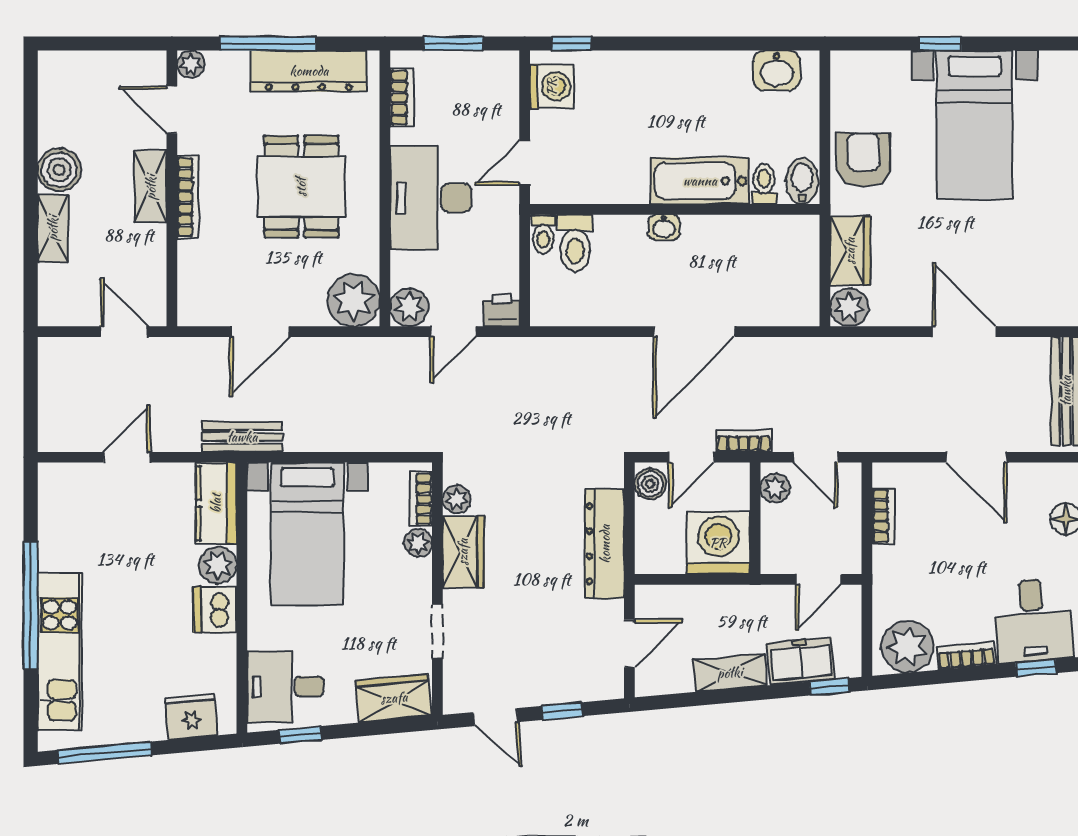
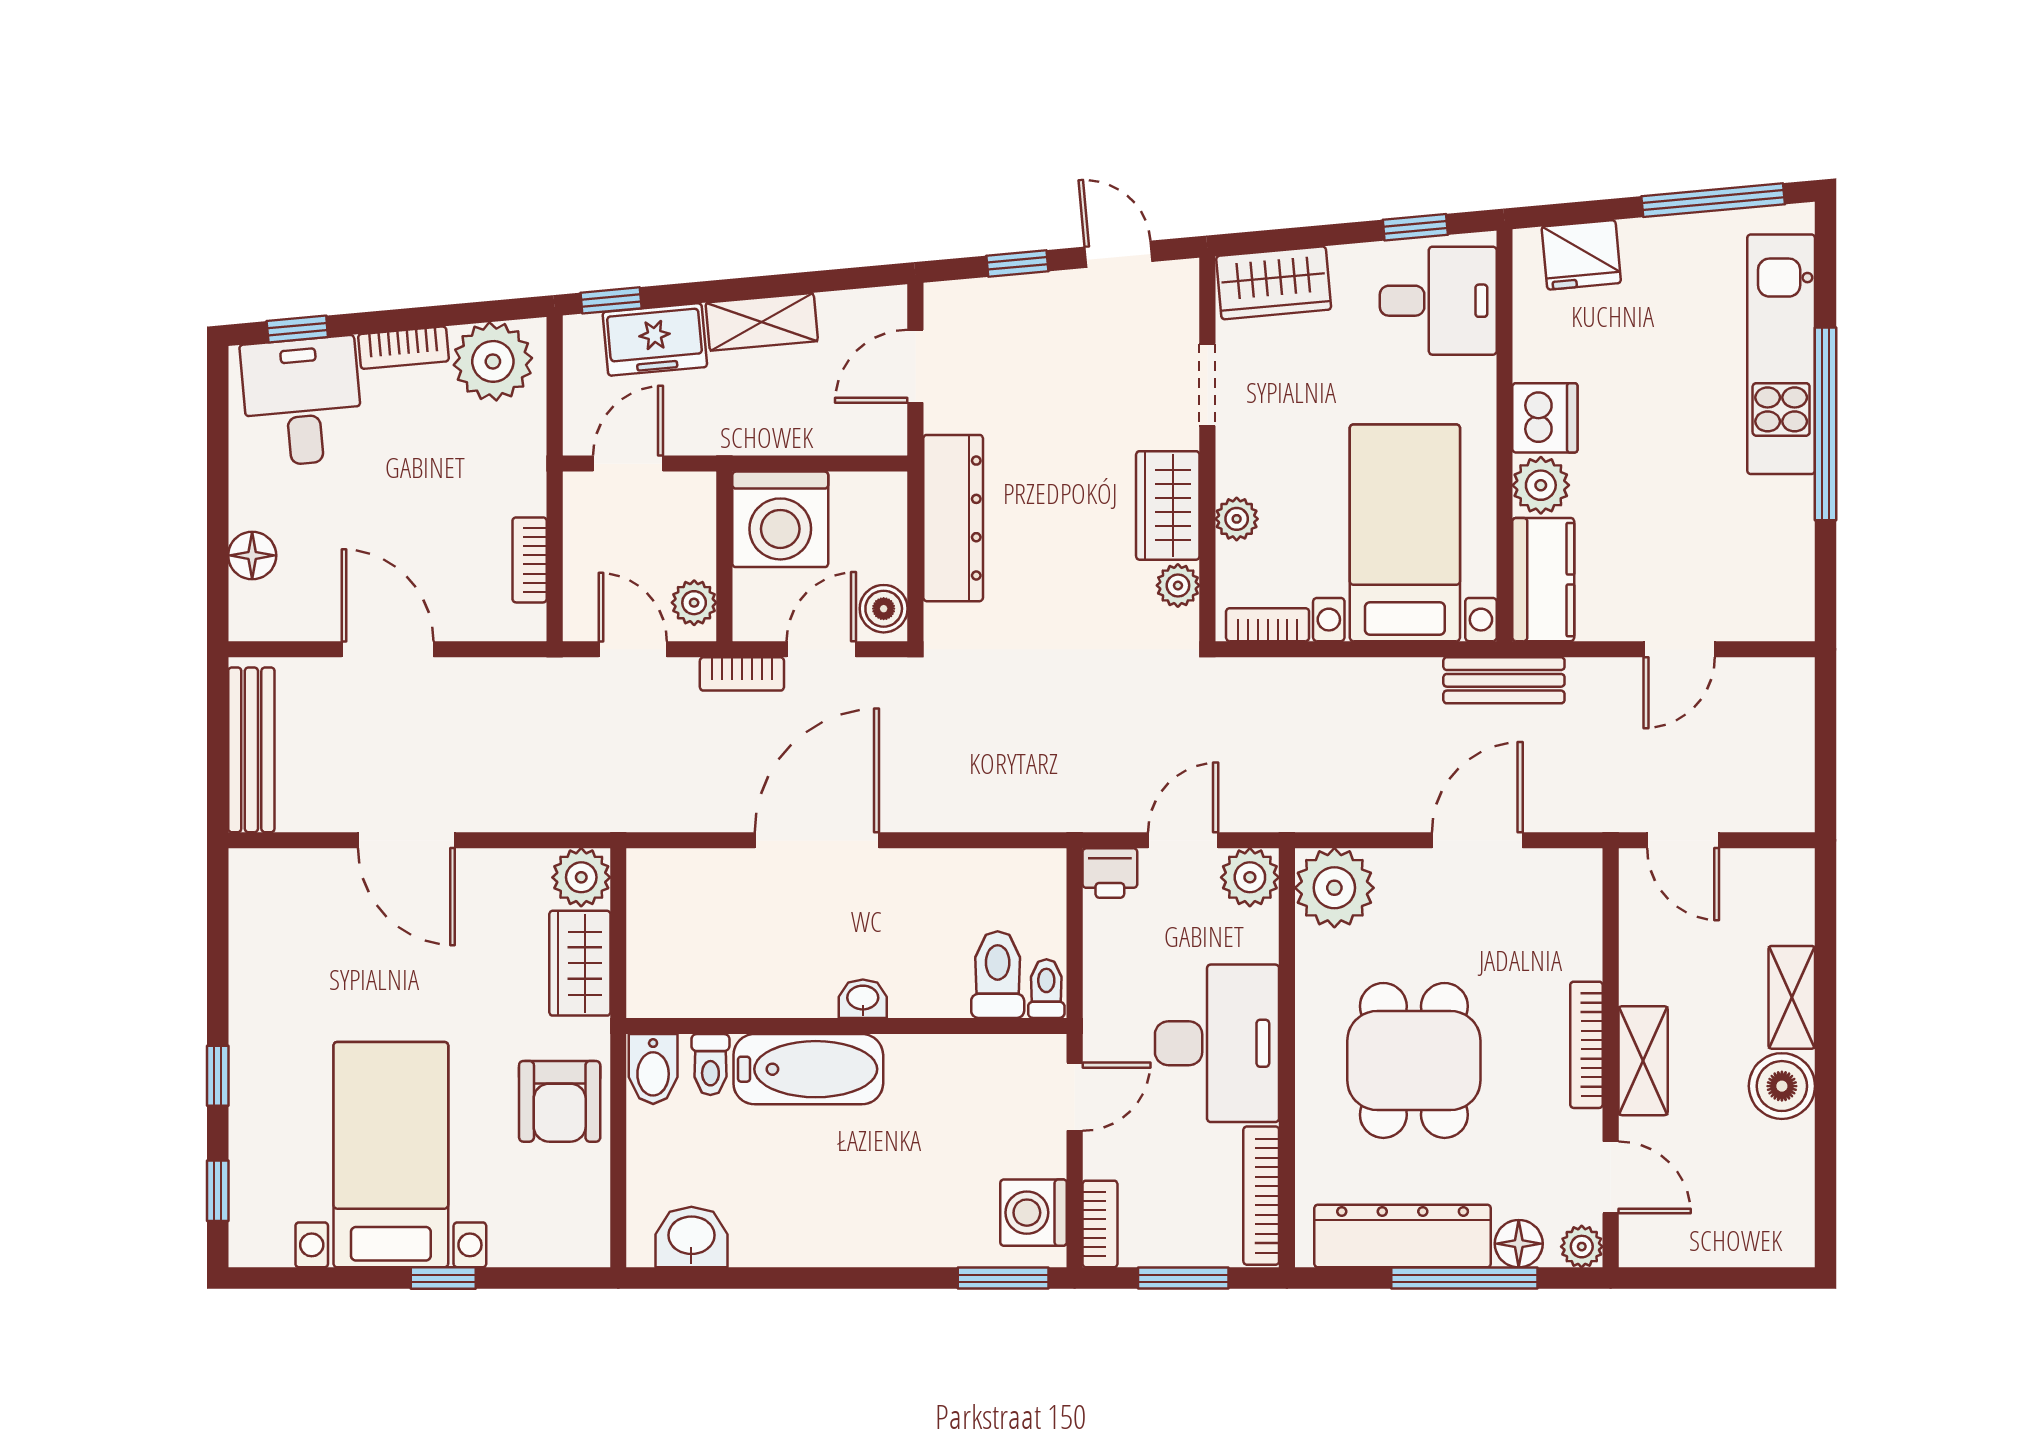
window: (572, 43) -> (1003, 1278), width x1.50
floor lamp: (232, 66) -> (1519, 1244), added
bookcase: (508, 79) -> (1100, 1224), added
bookcase: (402, 98) -> (1261, 1196), width x1.56
bookcase: (421, 499) -> (1268, 625), moved, turned -90

